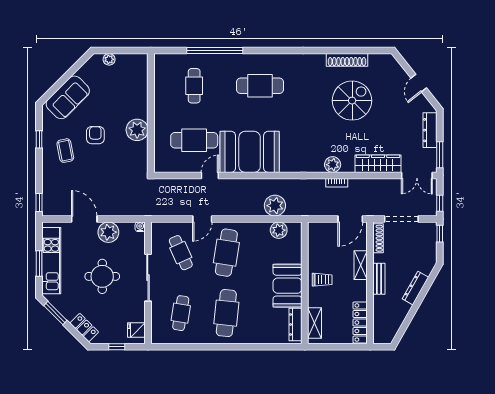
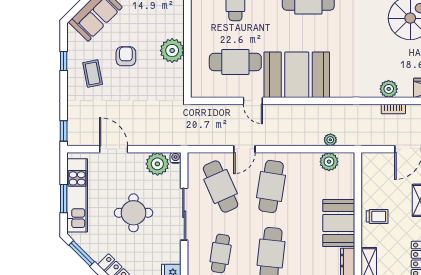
door: (210, 175) -> (253, 101), swing flipped
plant: (275, 206) -> (330, 140), width x0.53, depth x0.53
plant: (108, 232) -> (157, 164), moved
cafe table: (181, 253) -> (221, 186), width x1.37, depth x1.35

